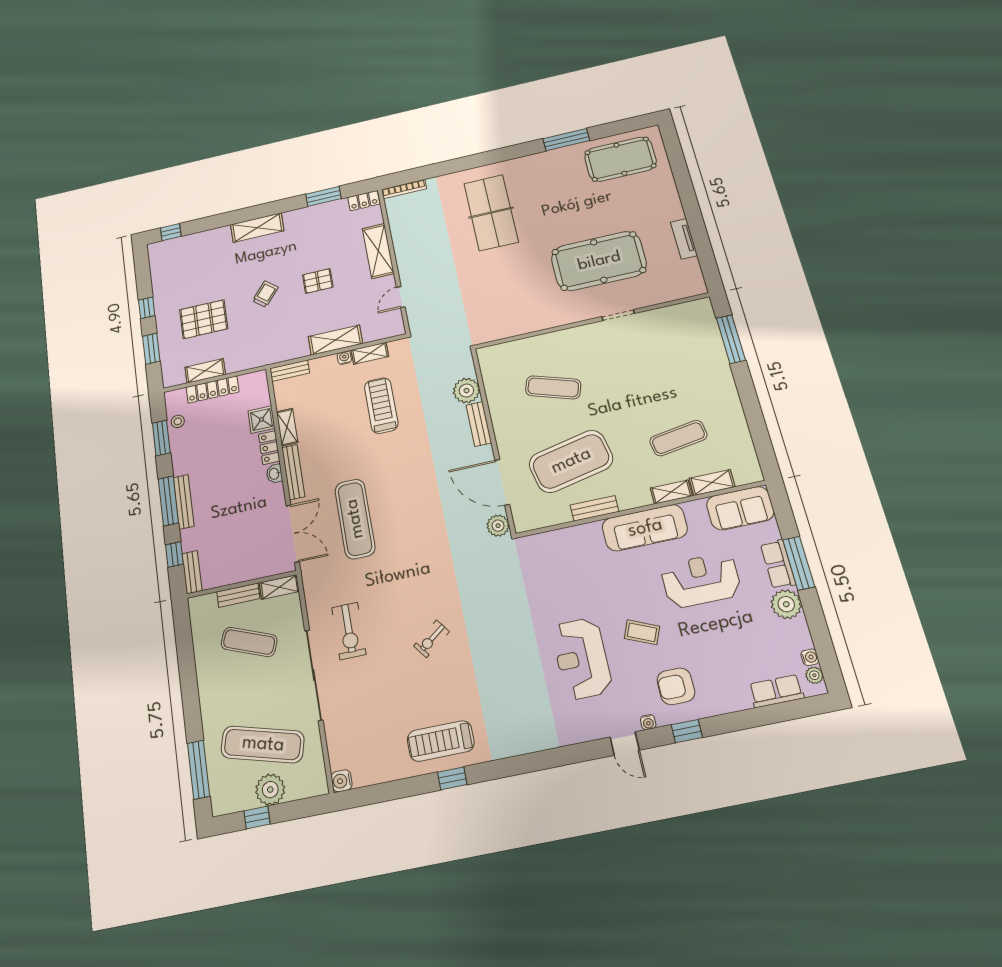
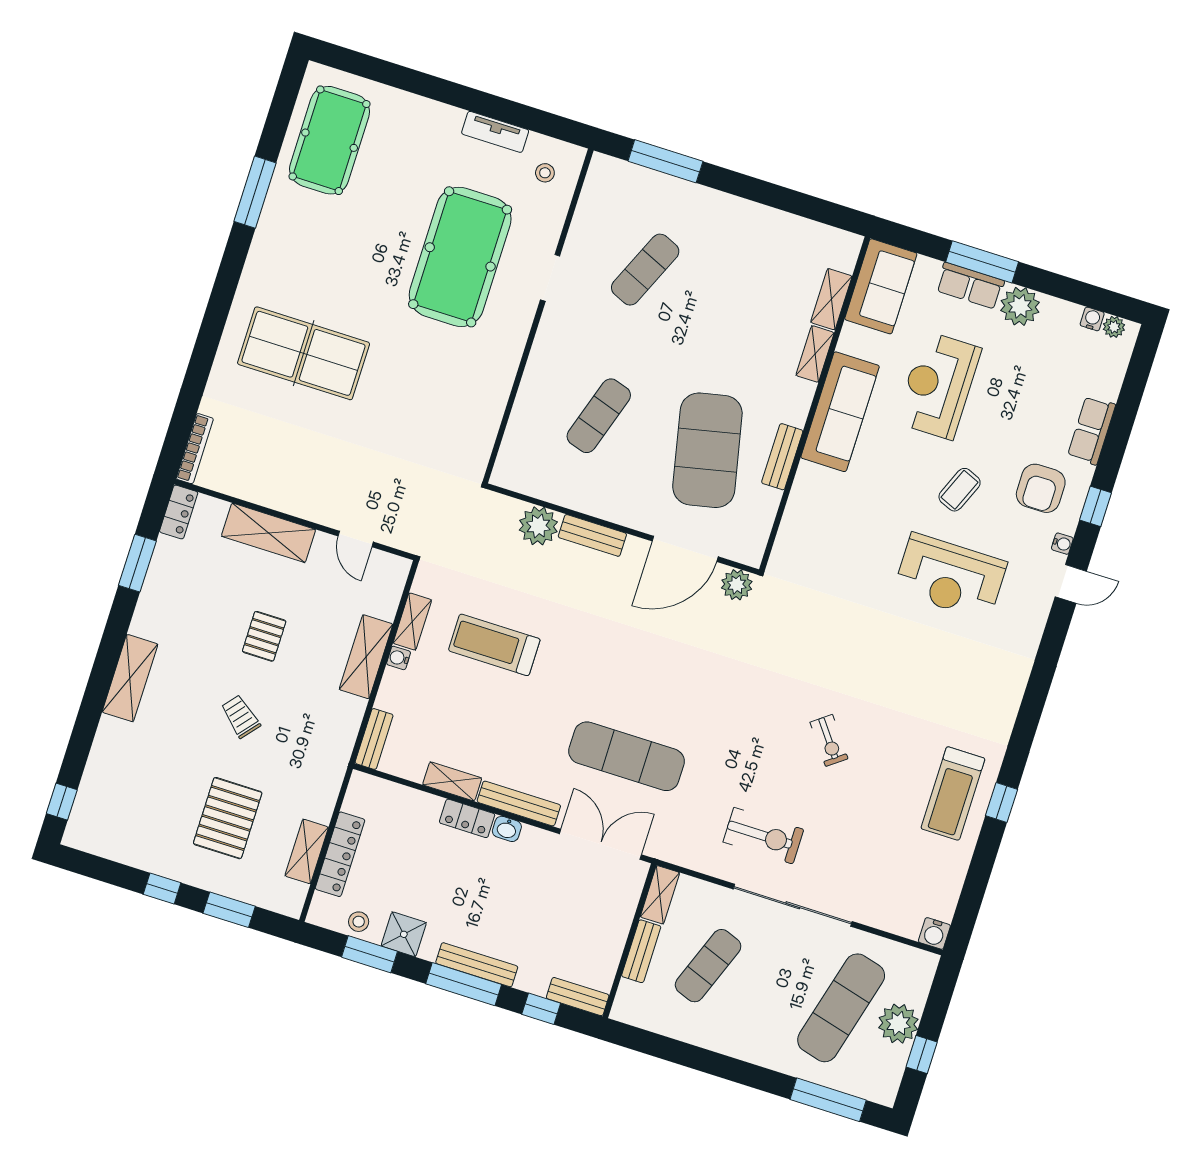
stool: (678, 278) -> (545, 173), added
shower: (261, 420) -> (404, 934), moved
exercise mat: (678, 438) -> (645, 270), moved, turned 33
row of seats: (776, 691) -> (1092, 430), moved

